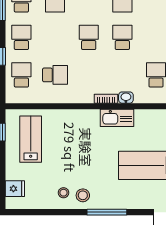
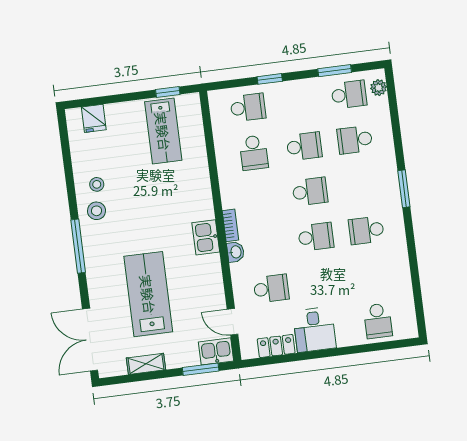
school desk: (21, 37) -> (304, 146), moved
kitchen sink: (117, 118) -> (206, 237), width x0.73
lab bench: (31, 139) -> (163, 131), turned 90

